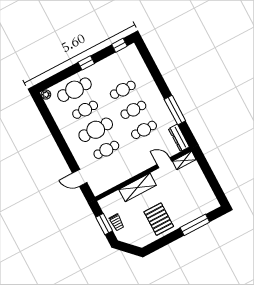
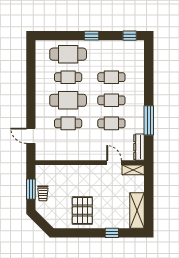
plant: (46, 95) -> (40, 45), removed
shelving: (138, 187) -> (137, 210), moved, turned 90
window: (195, 225) -> (112, 233), width x0.46

